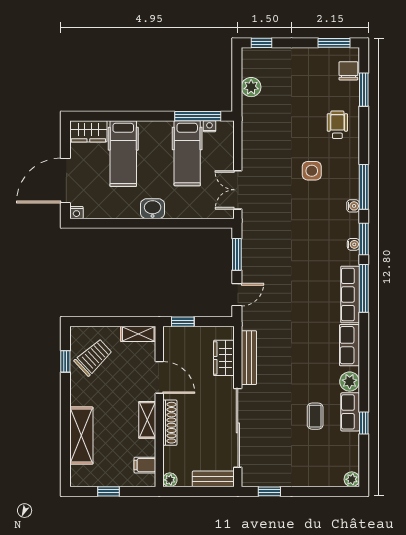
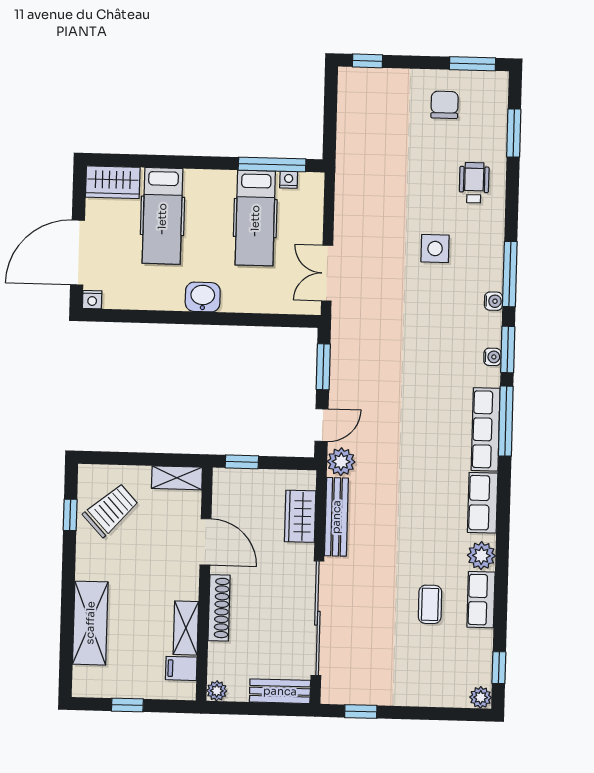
chair: (348, 71) -> (445, 105), moved
plant: (251, 87) -> (341, 462), moved
shelving: (147, 420) -> (186, 628), moved
window: (364, 423) -> (499, 668), moved

